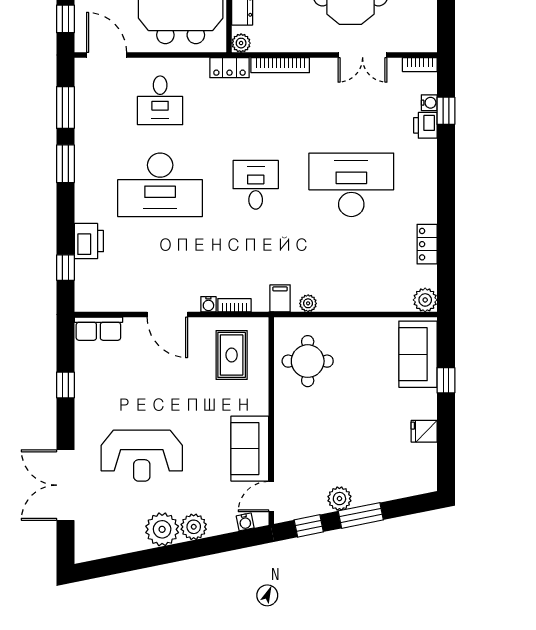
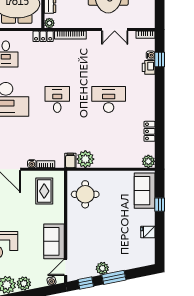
desk: (351, 185) -> (109, 99), width x0.73, depth x0.77
plant: (308, 303) -> (85, 159), width x1.87, depth x1.87

